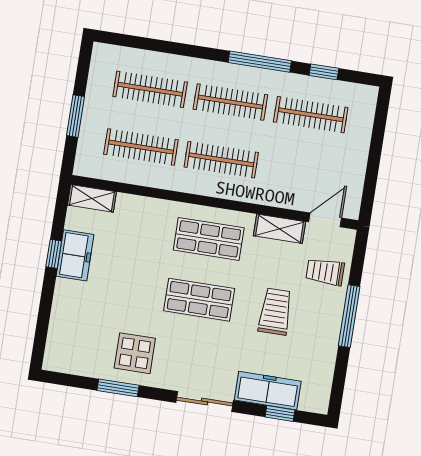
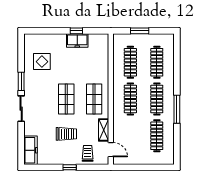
window: (324, 72) -> (177, 139), removed
shelving: (92, 198) -> (104, 44), removed
window: (349, 316) -> (70, 167), width x0.46
display table: (135, 353) -> (42, 62), moved
window: (118, 388) -> (21, 81), moved
freezer: (268, 391) -> (30, 150), moved
window: (280, 413) -> (21, 143), removed

